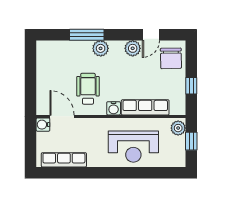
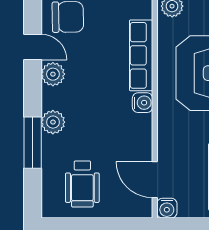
wheelchair: (88, 89) -> (82, 184), moved, turned -90
door: (62, 116) -> (155, 180), hinge flipped

